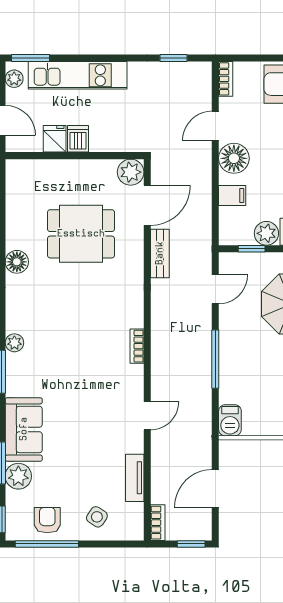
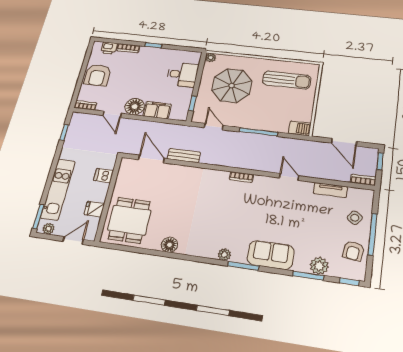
dishwasher: (78, 139) -> (104, 175), moved
plant: (131, 172) -> (128, 166), removed
filing cabinet: (232, 195) -> (157, 110), width x2.00
plant: (266, 233) -> (185, 94), removed
dining table: (81, 234) -> (129, 220), moved
sofa: (24, 429) -> (271, 255), moved
armchair: (47, 520) -> (353, 251), turned -83
window: (47, 544) -> (373, 234), moved

